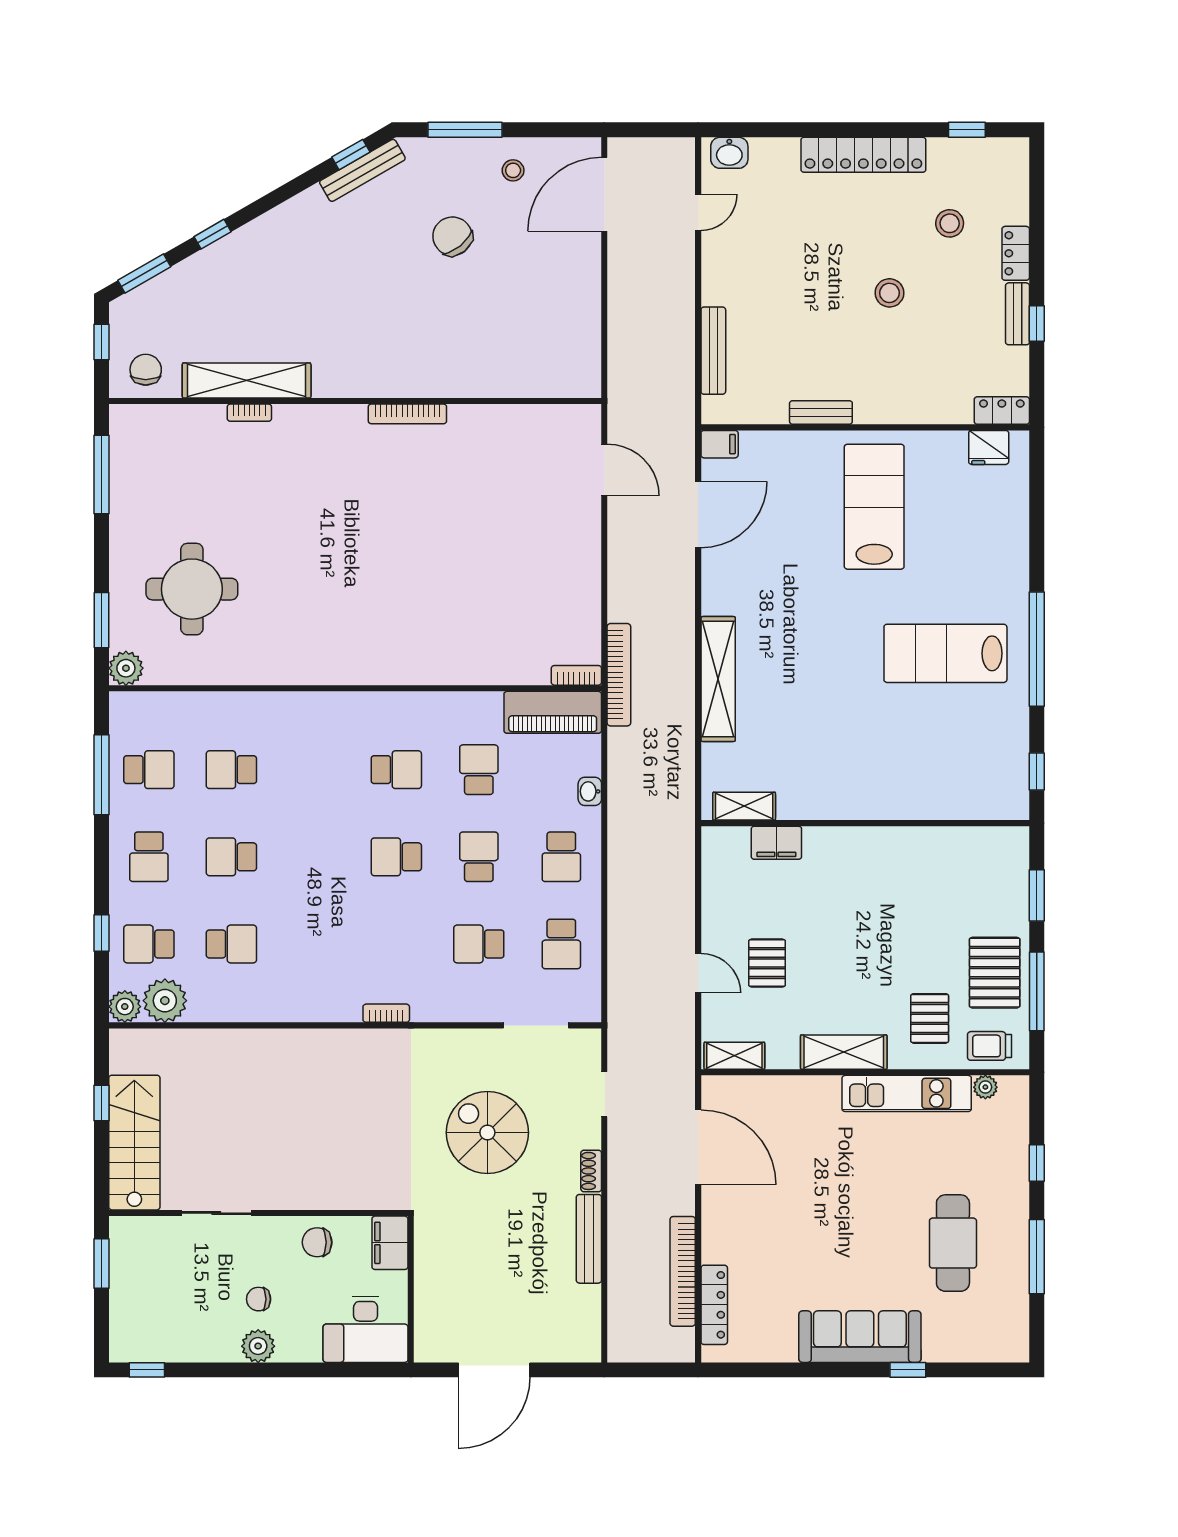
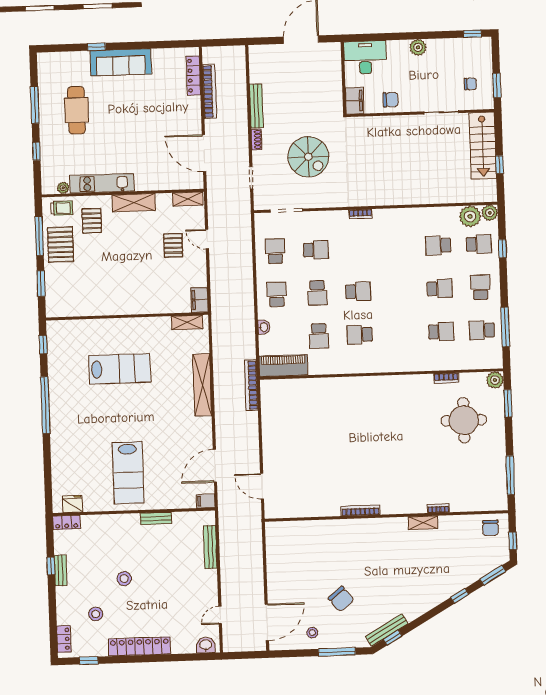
locker: (1016, 253) -> (64, 639), moved
shelving: (247, 381) -> (423, 523), width x0.45, depth x0.75
lab bench: (945, 653) -> (120, 369), moved
bookcase: (576, 675) -> (446, 378), moved
filing cabinet: (776, 843) -> (199, 300), moved, turned -90
chair: (259, 1299) -> (470, 84), moved

